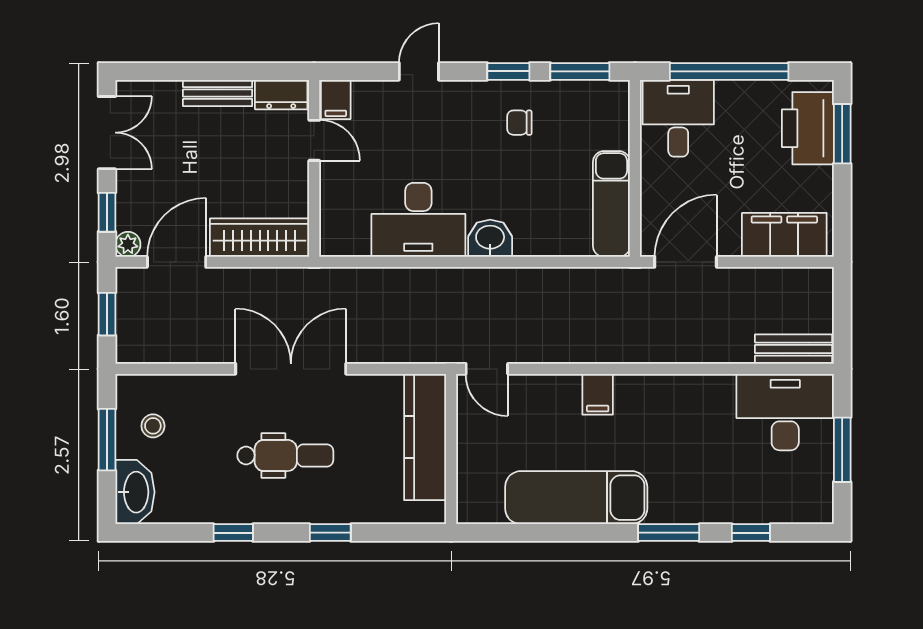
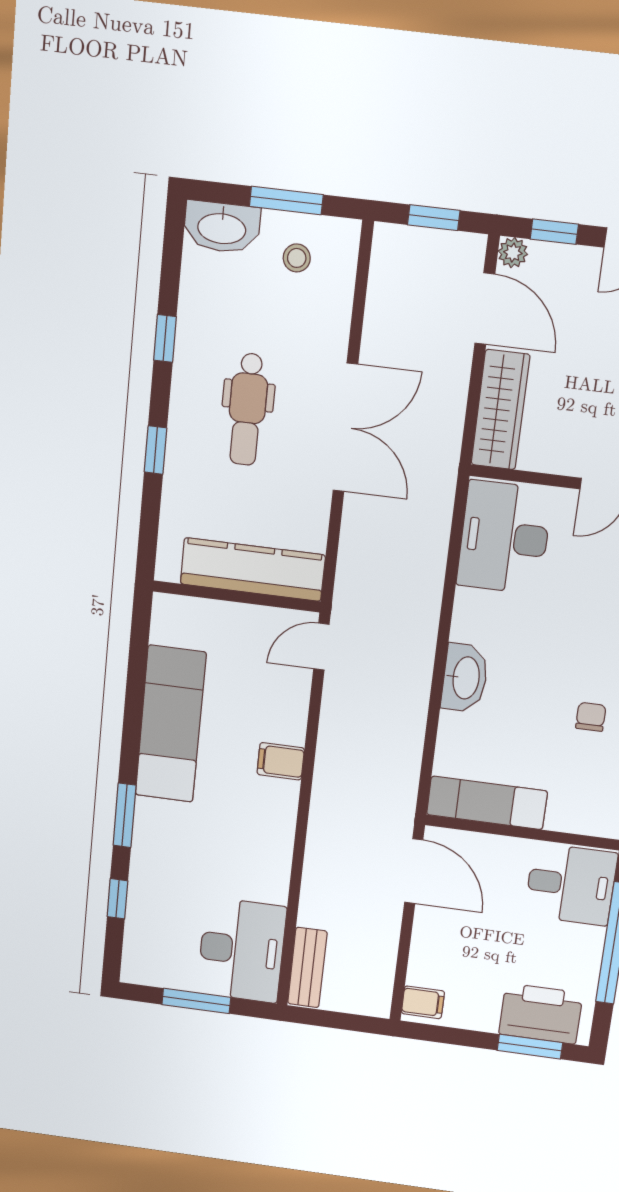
desk: (418, 220) -> (504, 537), moved
filing cabinet: (784, 235) -> (423, 1002), width x0.33, depth x0.86
washbasin: (490, 238) -> (465, 678), width x1.38

